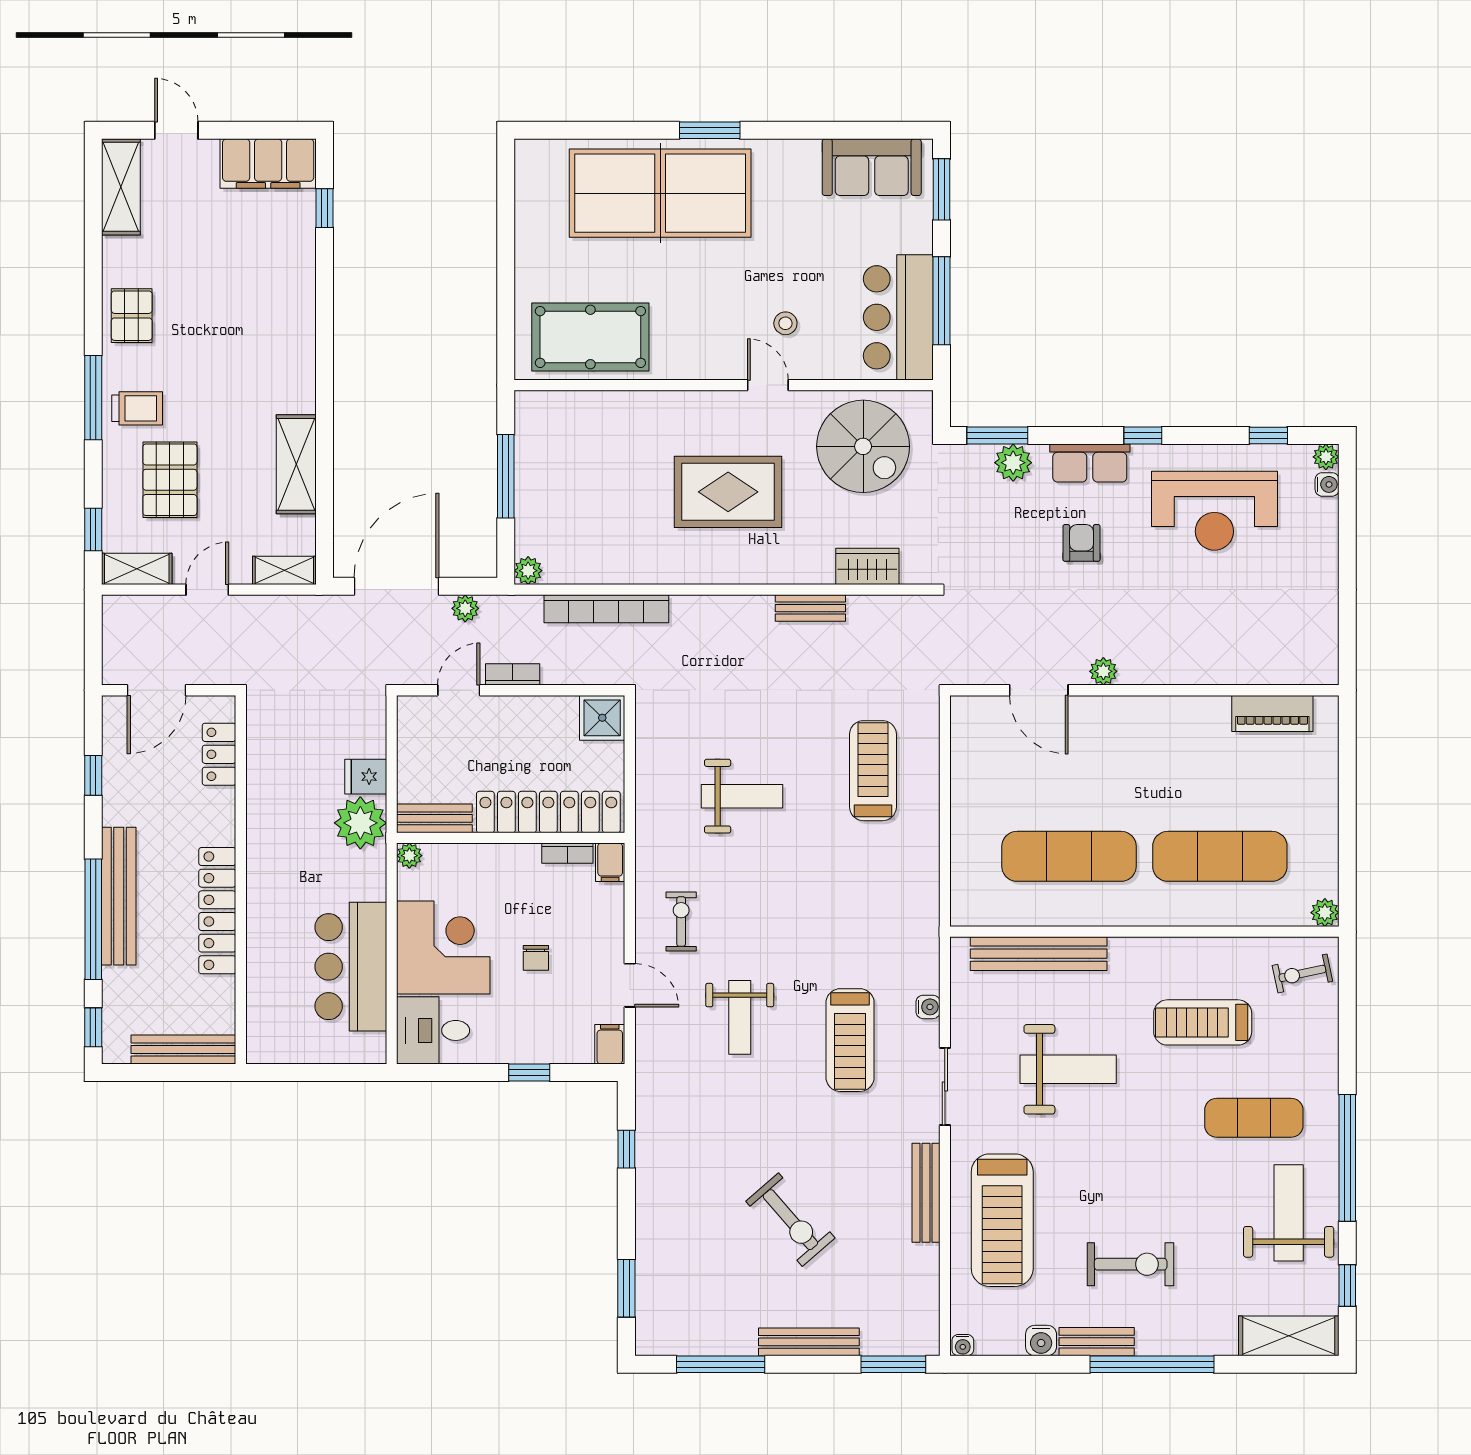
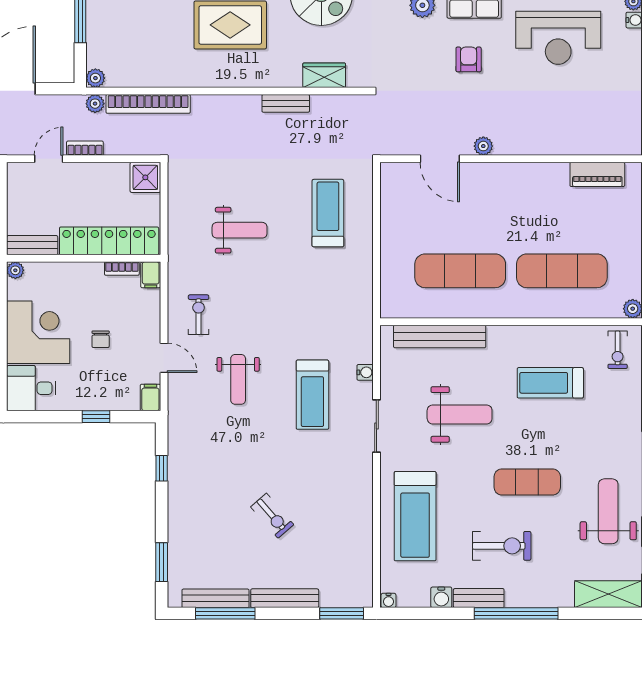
plant: (465, 608) -> (95, 104), moved
exercise bike: (1302, 973) -> (618, 350), turned -78
exercise mat: (1254, 1118) -> (527, 482), moved
bench: (926, 1193) -> (216, 598), moved, turned 90
exercise bike: (790, 1220) -> (272, 516), width x0.73, depth x0.72

